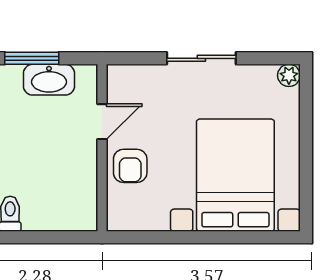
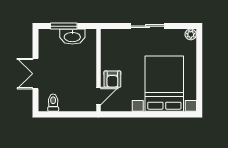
door: (102, 122) -> (98, 96), moved

